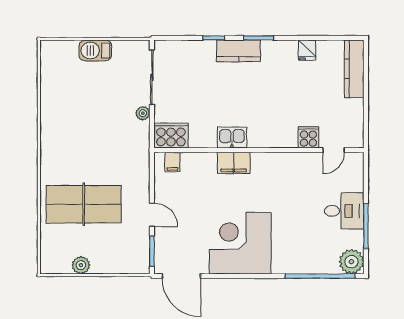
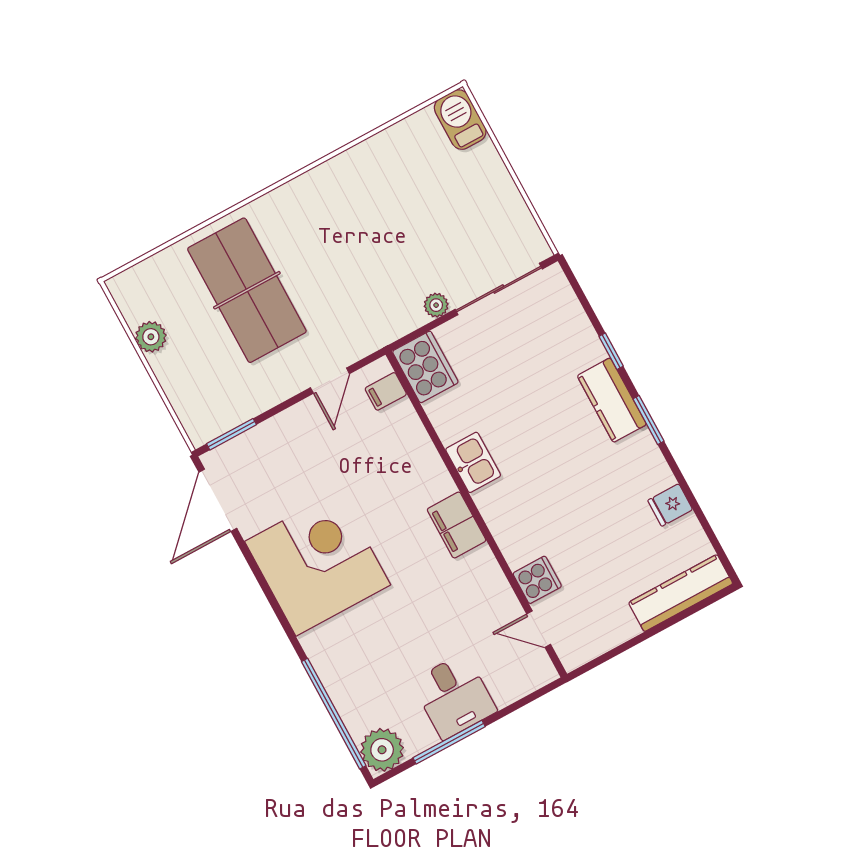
barbecue: (95, 50) -> (460, 120), moved
filing cabinet: (234, 163) -> (457, 525), moved
door: (152, 215) -> (330, 381), moved

